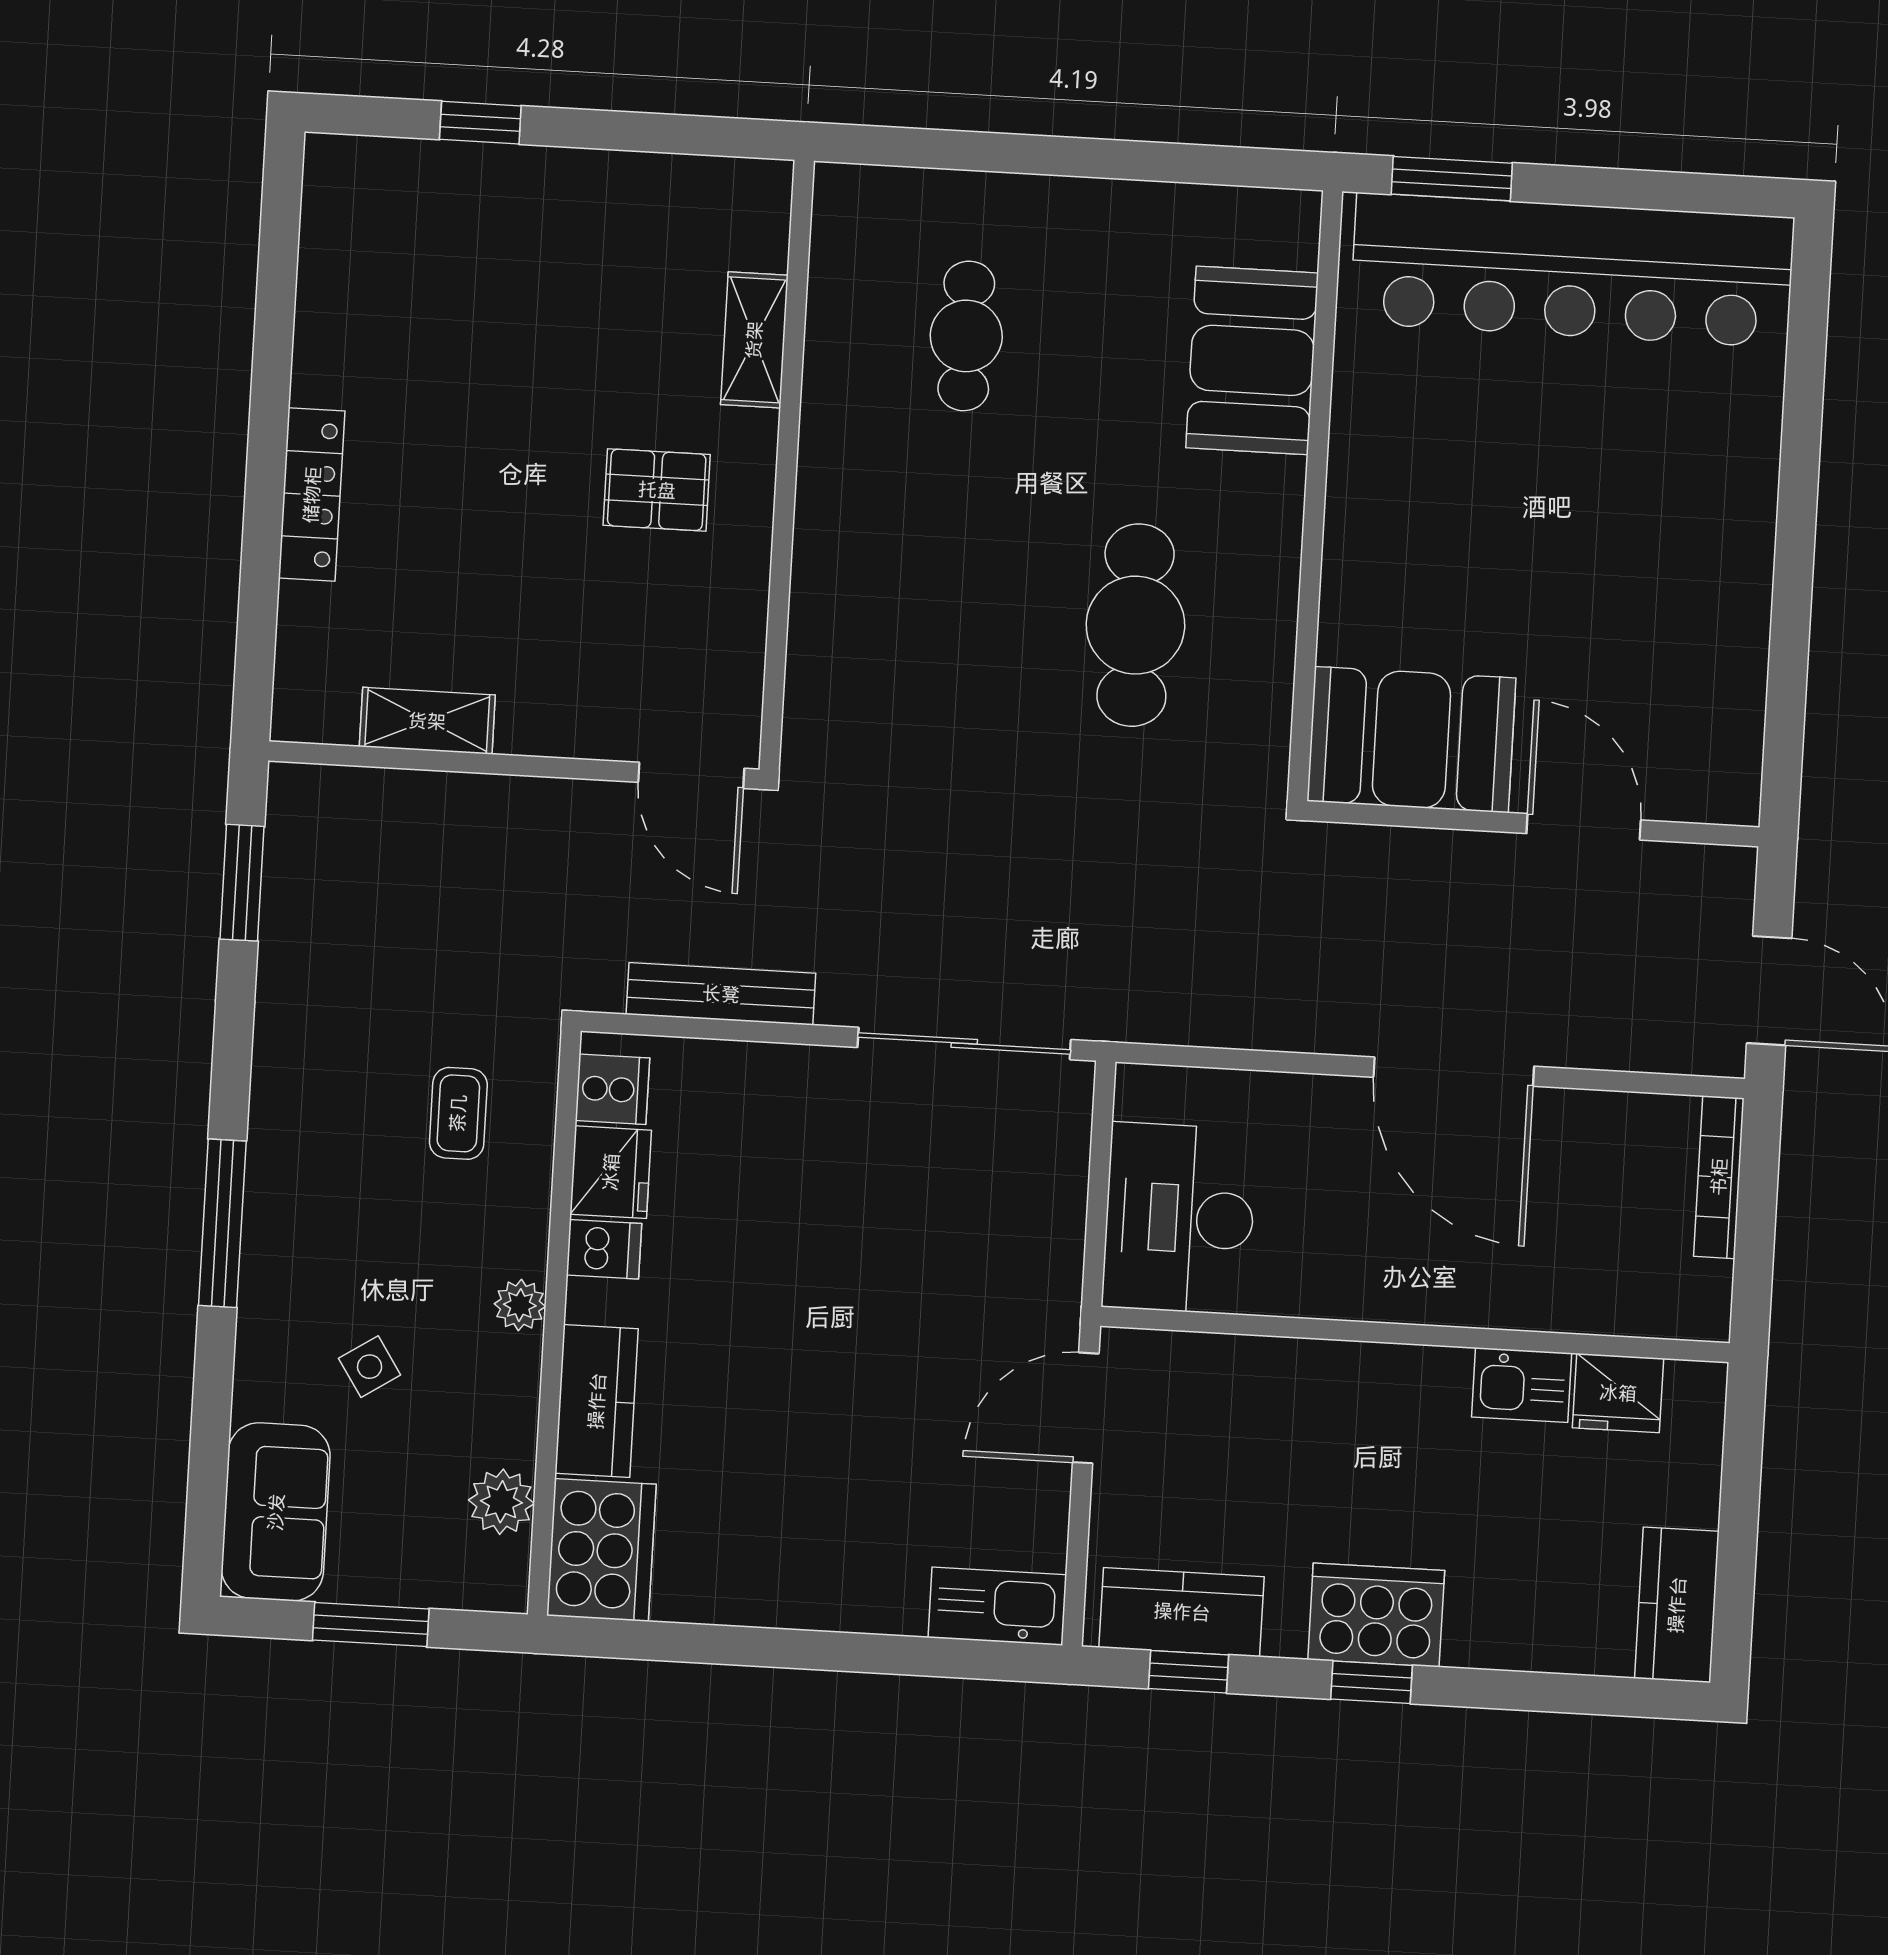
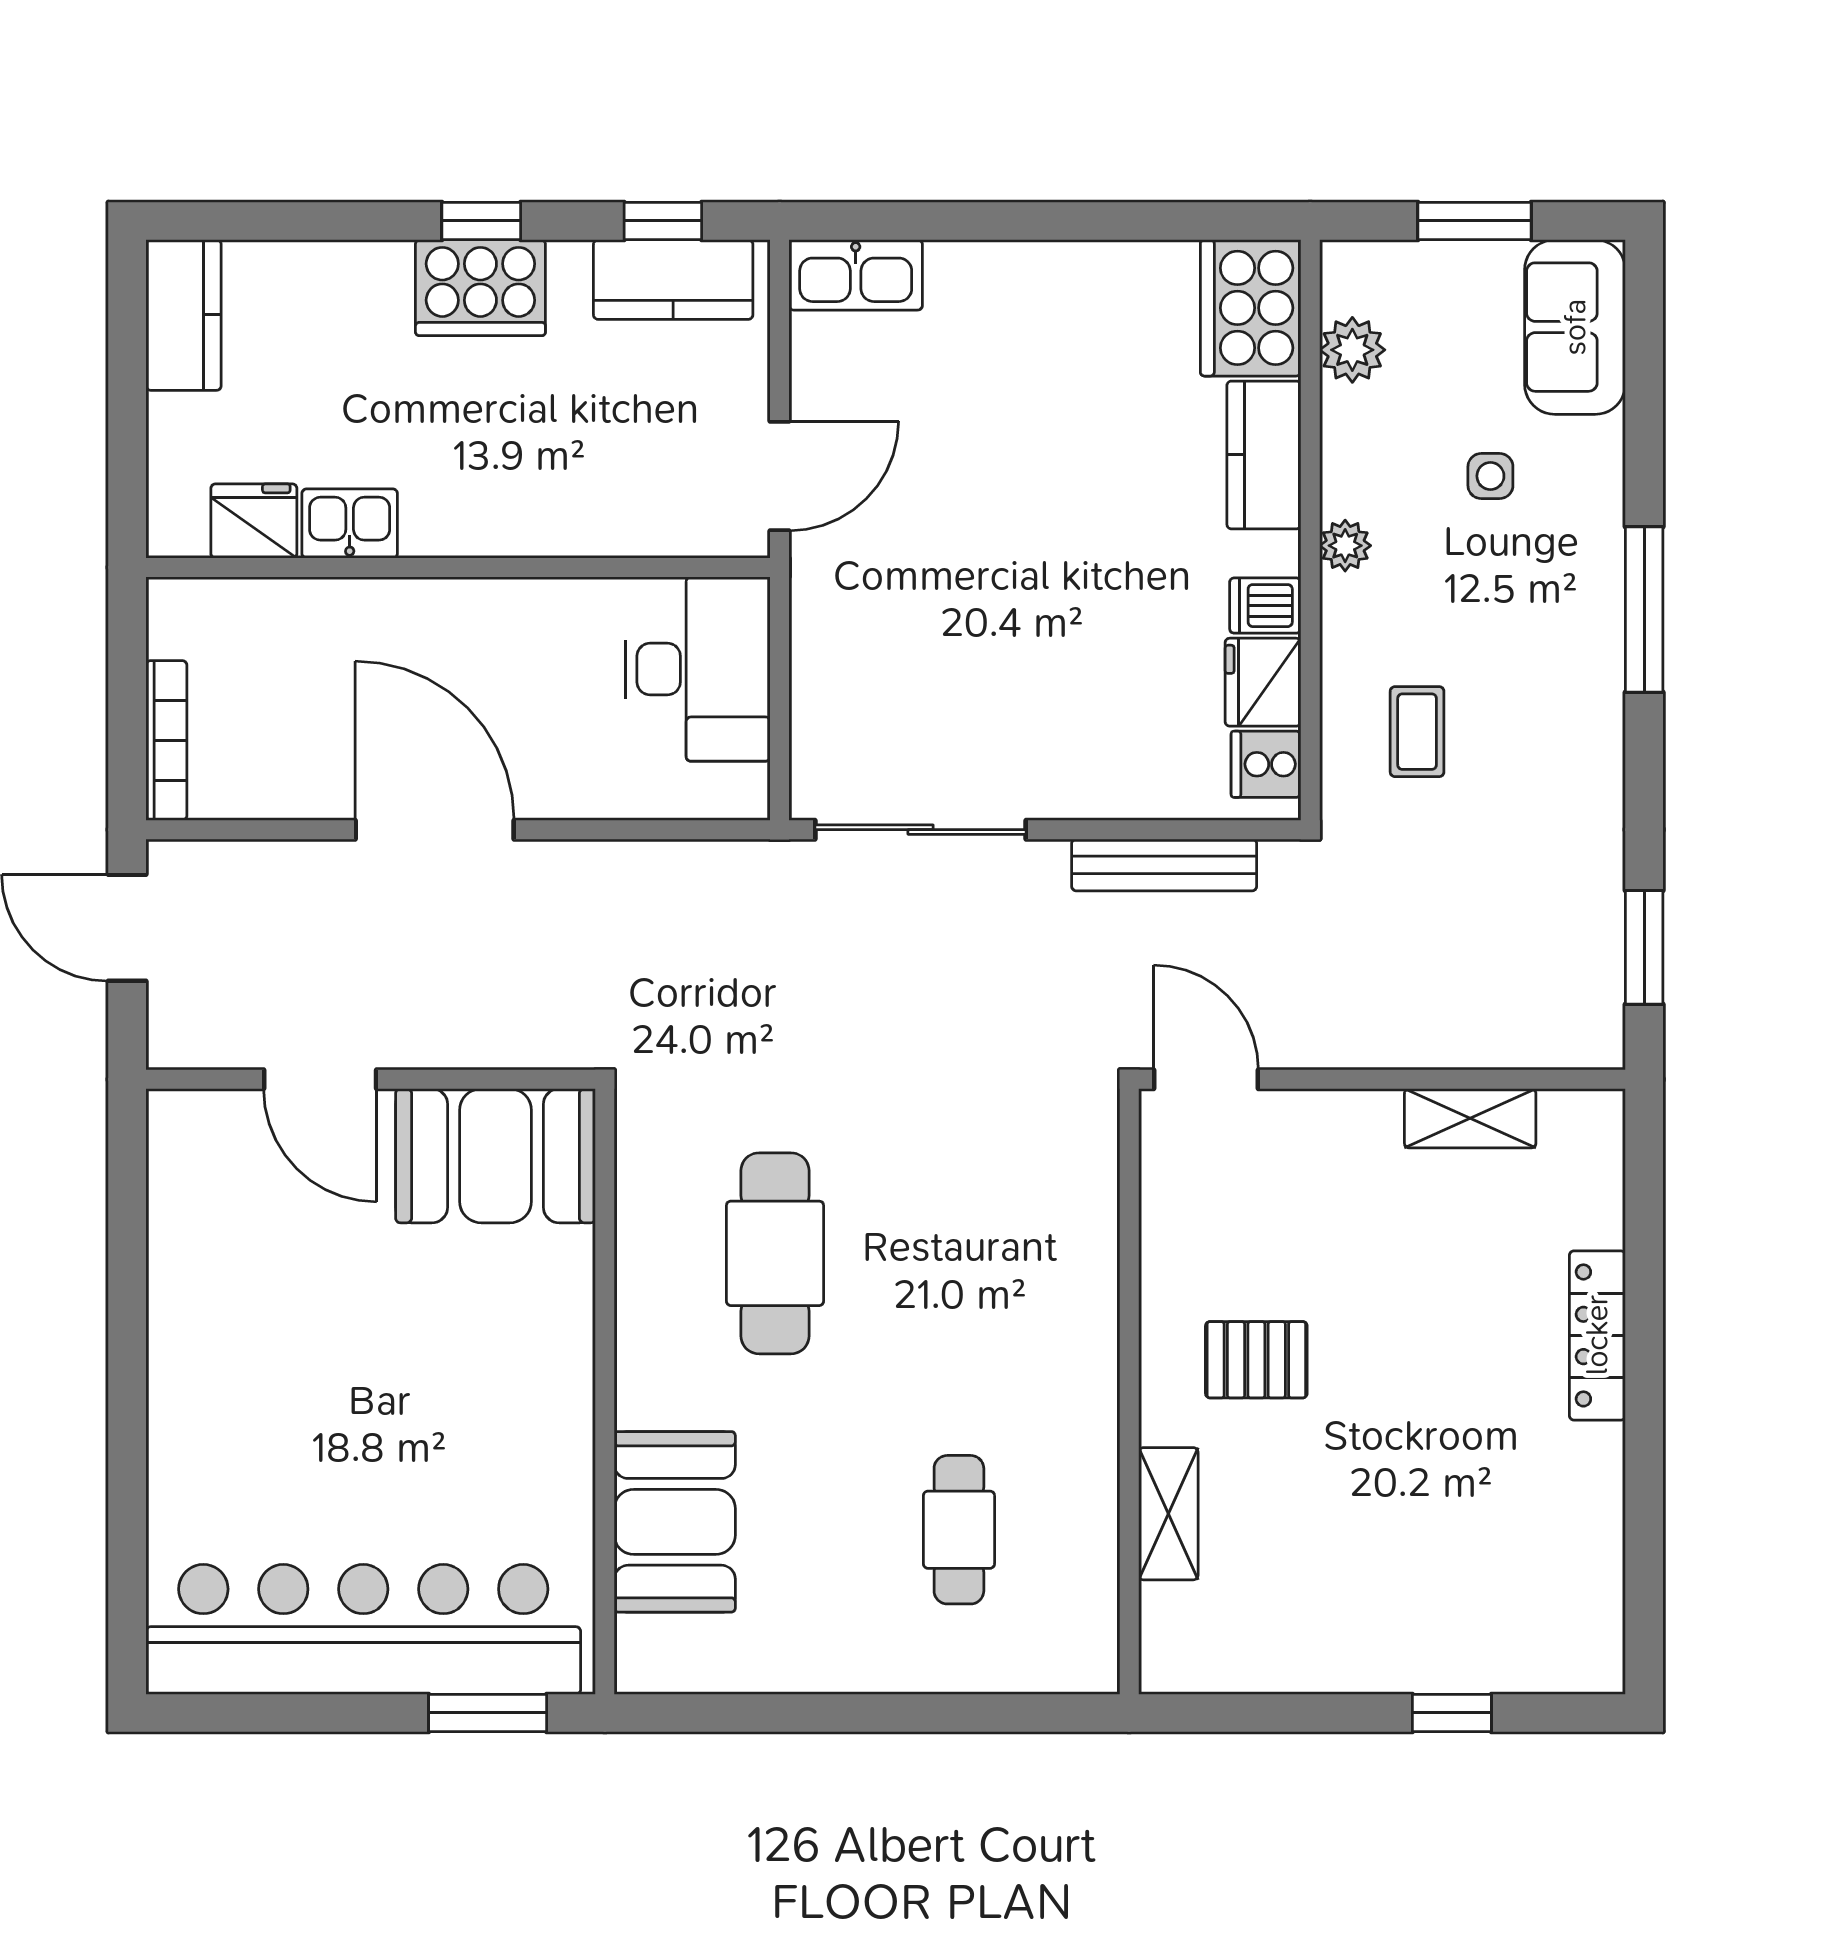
side table: (370, 1367) -> (1490, 476), turned 33

